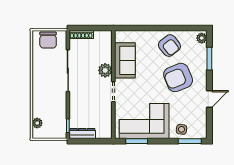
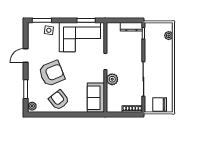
chair: (48, 40) -> (160, 105), turned -90
sofa: (125, 60) -> (96, 98), moved

